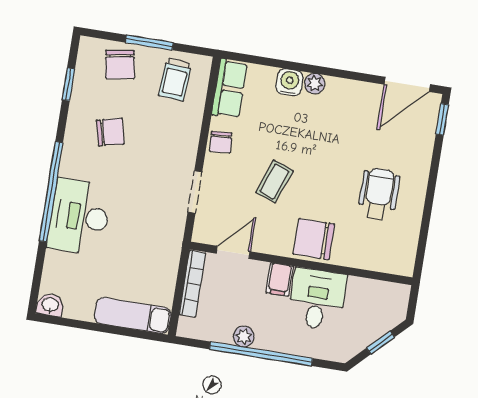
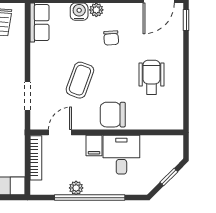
chair: (221, 142) -> (111, 38), moved
coffee table: (275, 181) -> (80, 80), width x1.36, depth x1.30

